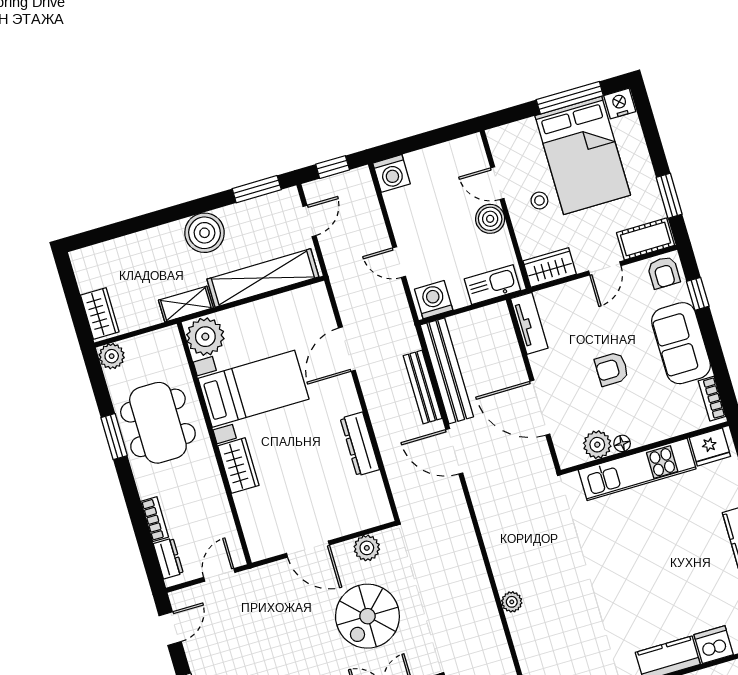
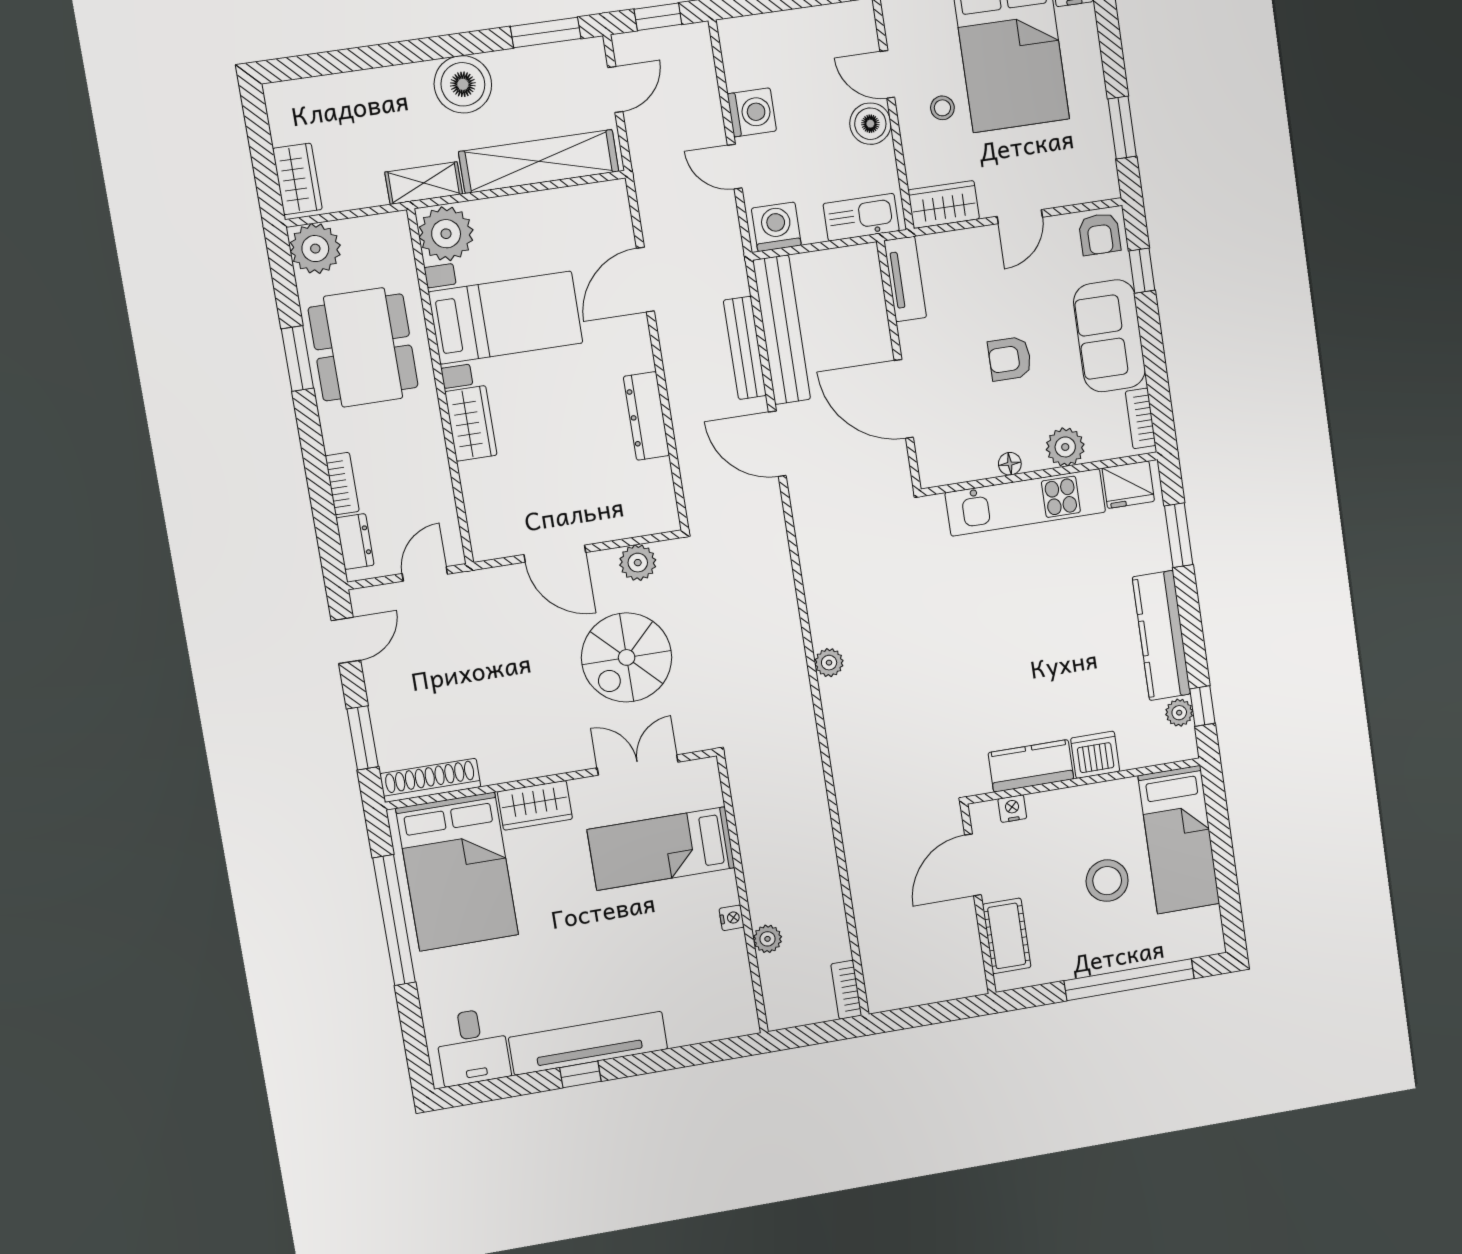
washing machine: (392, 173) -> (752, 112), moved, turned -90
cot: (646, 239) -> (1081, 184), removed
plant: (112, 356) -> (315, 249), width x1.36, depth x1.36
plant: (597, 445) -> (1065, 447), moved

